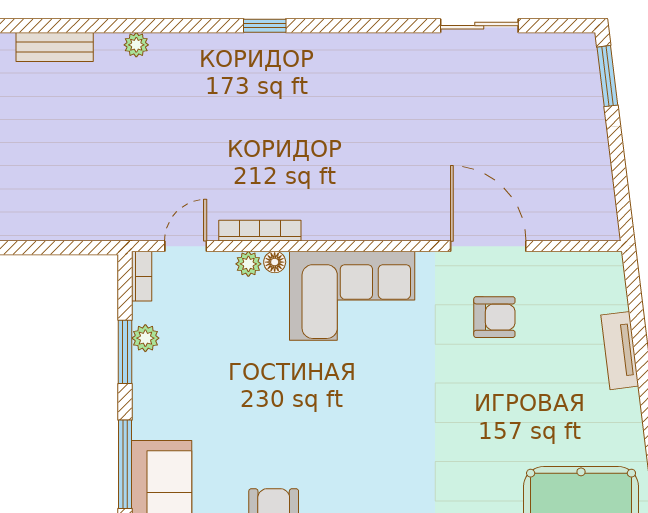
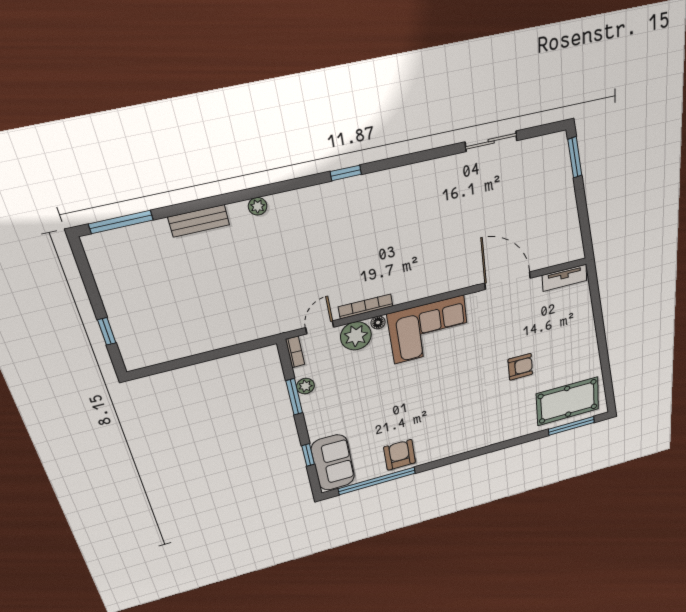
plant: (248, 264) -> (356, 336), width x1.87, depth x1.87
armchair: (494, 317) -> (520, 367), moved
tv unit: (620, 351) -> (565, 278), moved, turned -83
window: (125, 464) -> (308, 455), width x0.46

